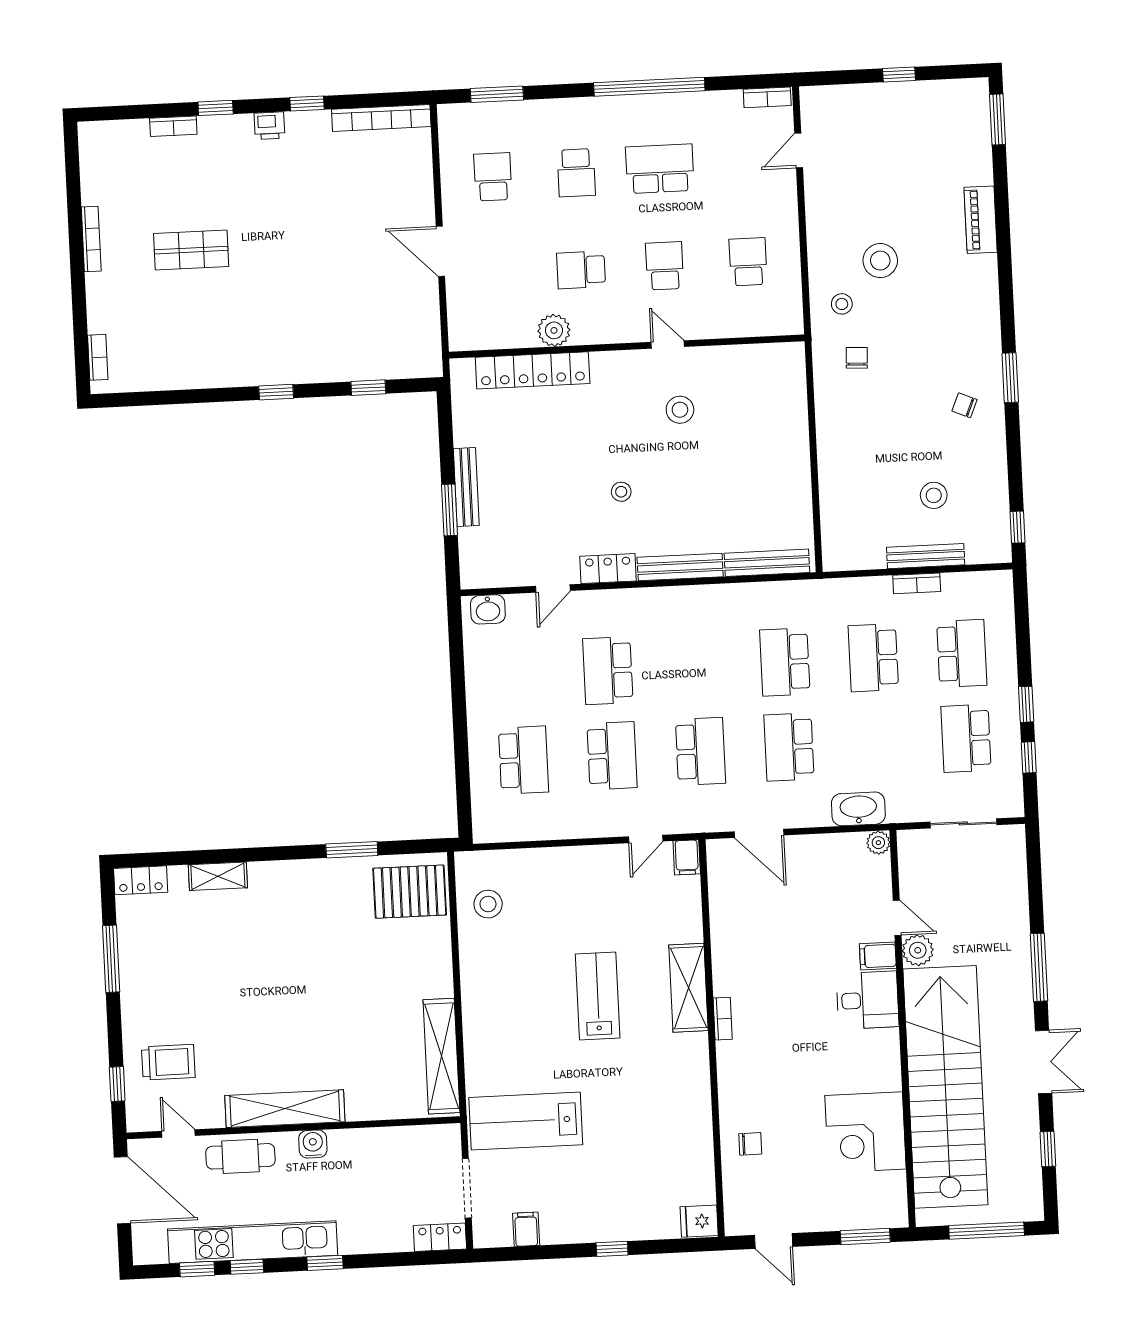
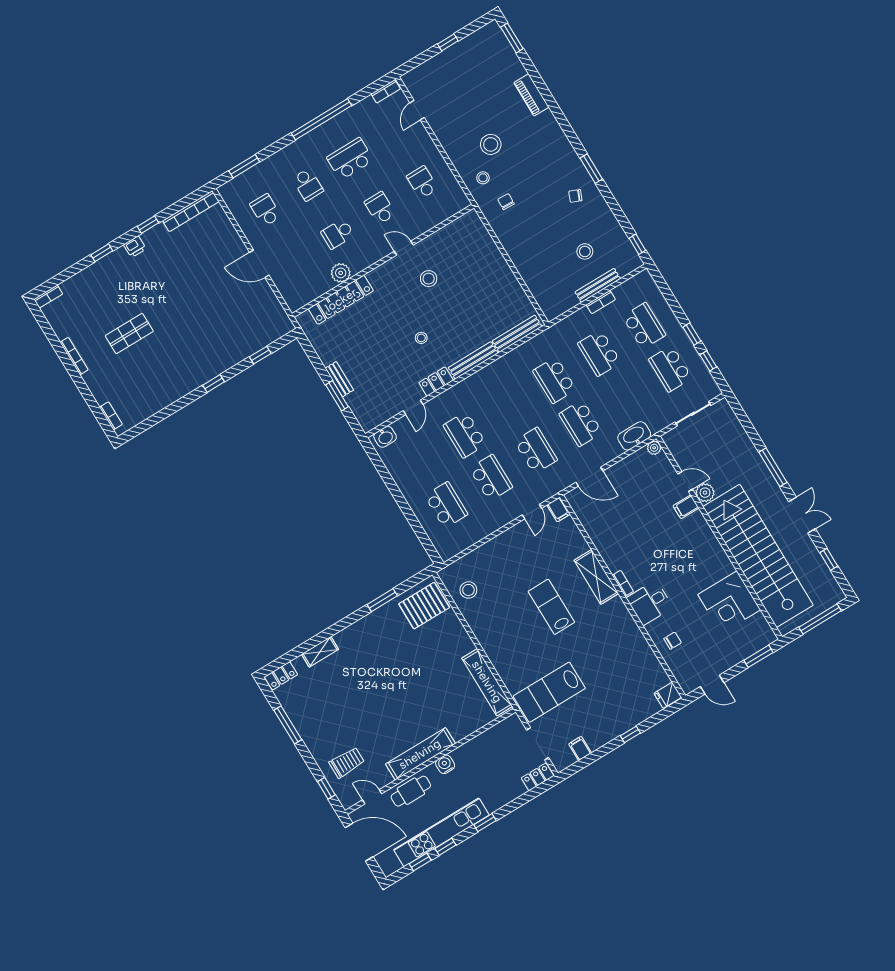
bookcase: (173, 126) -> (48, 297), moved
bench: (466, 487) -> (339, 379), width x0.73
desk: (868, 1000) -> (650, 603), moved, turned 180

